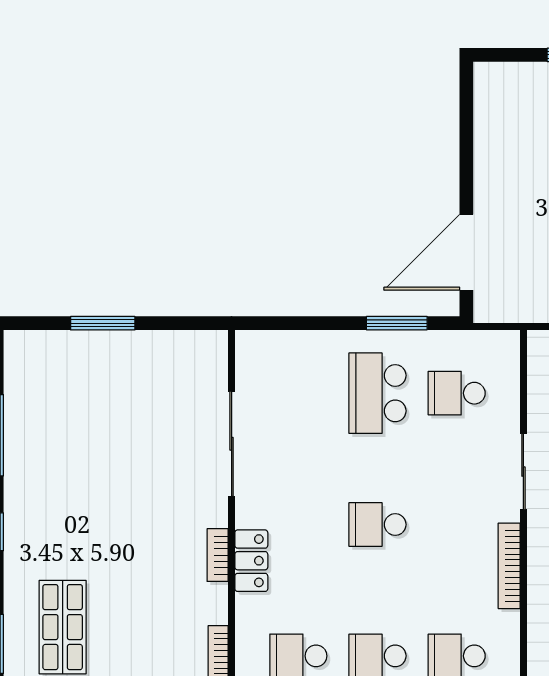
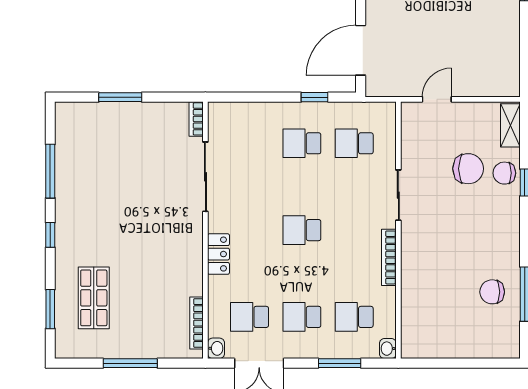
window: (397, 323) -> (315, 97), width x0.67
school desk: (377, 393) -> (302, 143), width x0.54
bookcase: (218, 555) -> (196, 119), moved

